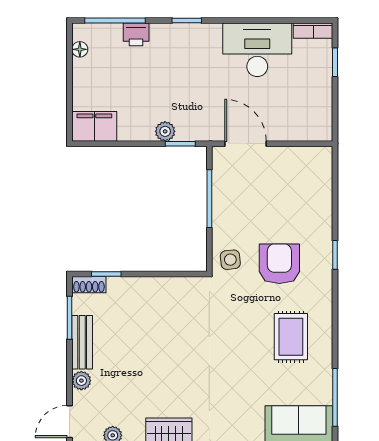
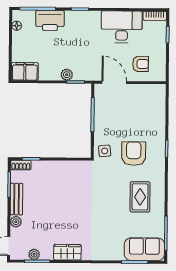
printer: (136, 34) -> (50, 20), width x1.87, depth x1.48
armchair: (290, 112) -> (141, 64), added

